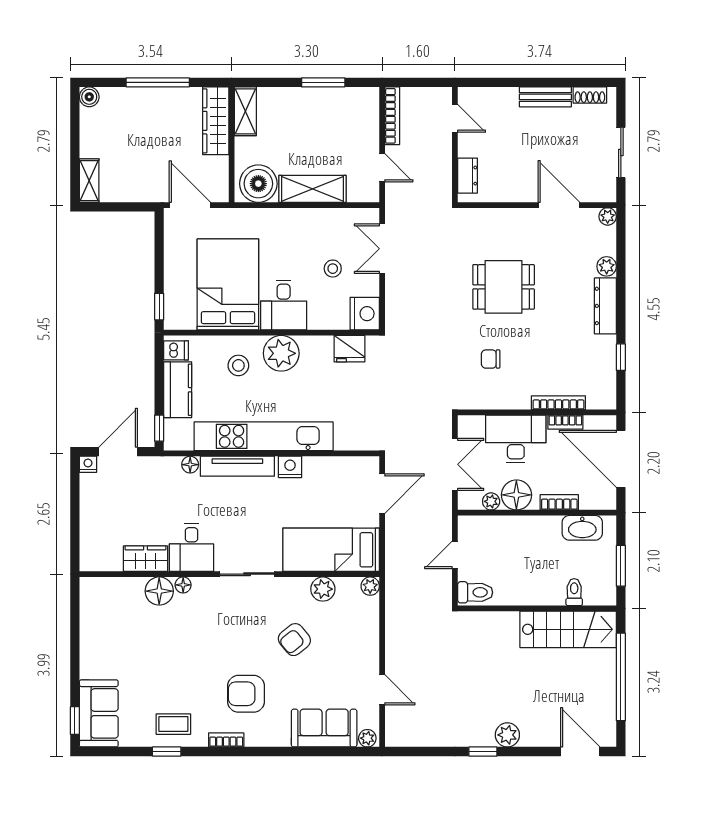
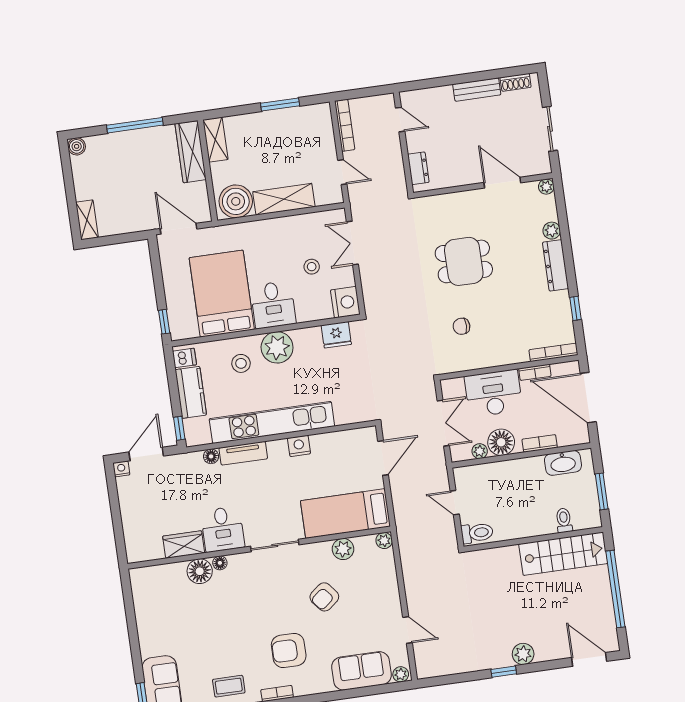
bookcase: (558, 403) -> (553, 352), moved
tv unit: (237, 466) -> (243, 453), width x0.71
door: (455, 555) -> (455, 503), hinge flipped

